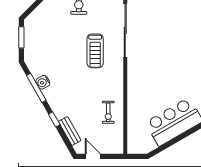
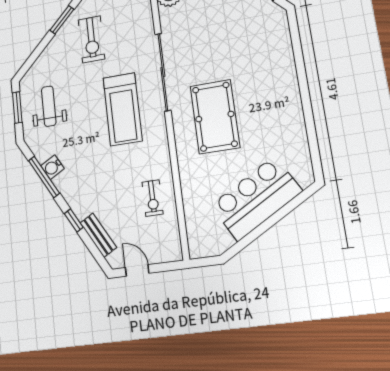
weight bench: (44, 40) -> (49, 106), added
treadmill: (95, 51) -> (123, 109), width x1.37, depth x1.38
pool table: (155, 66) -> (215, 117), added

